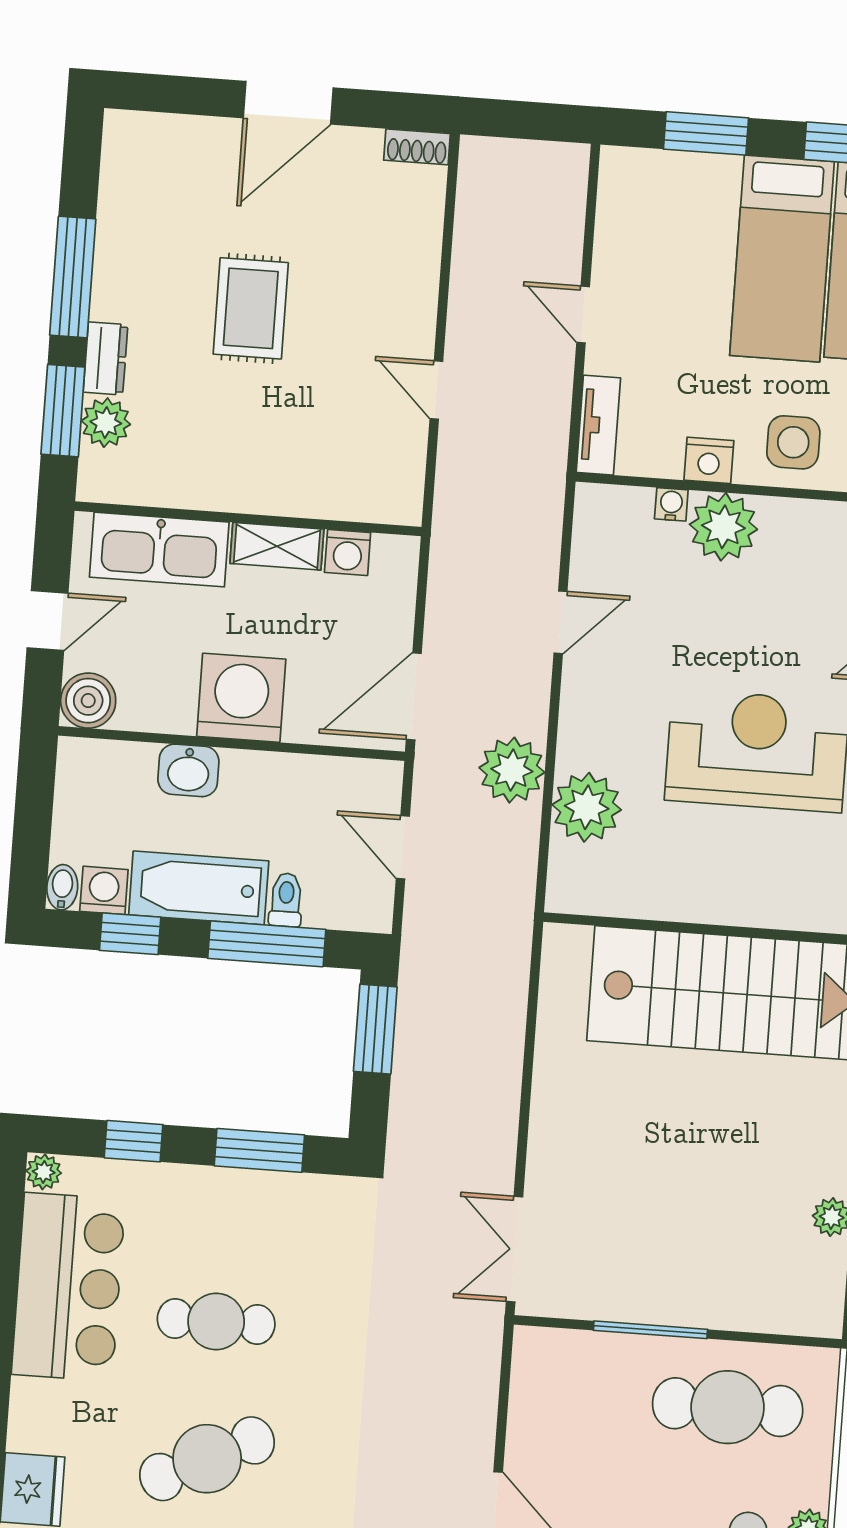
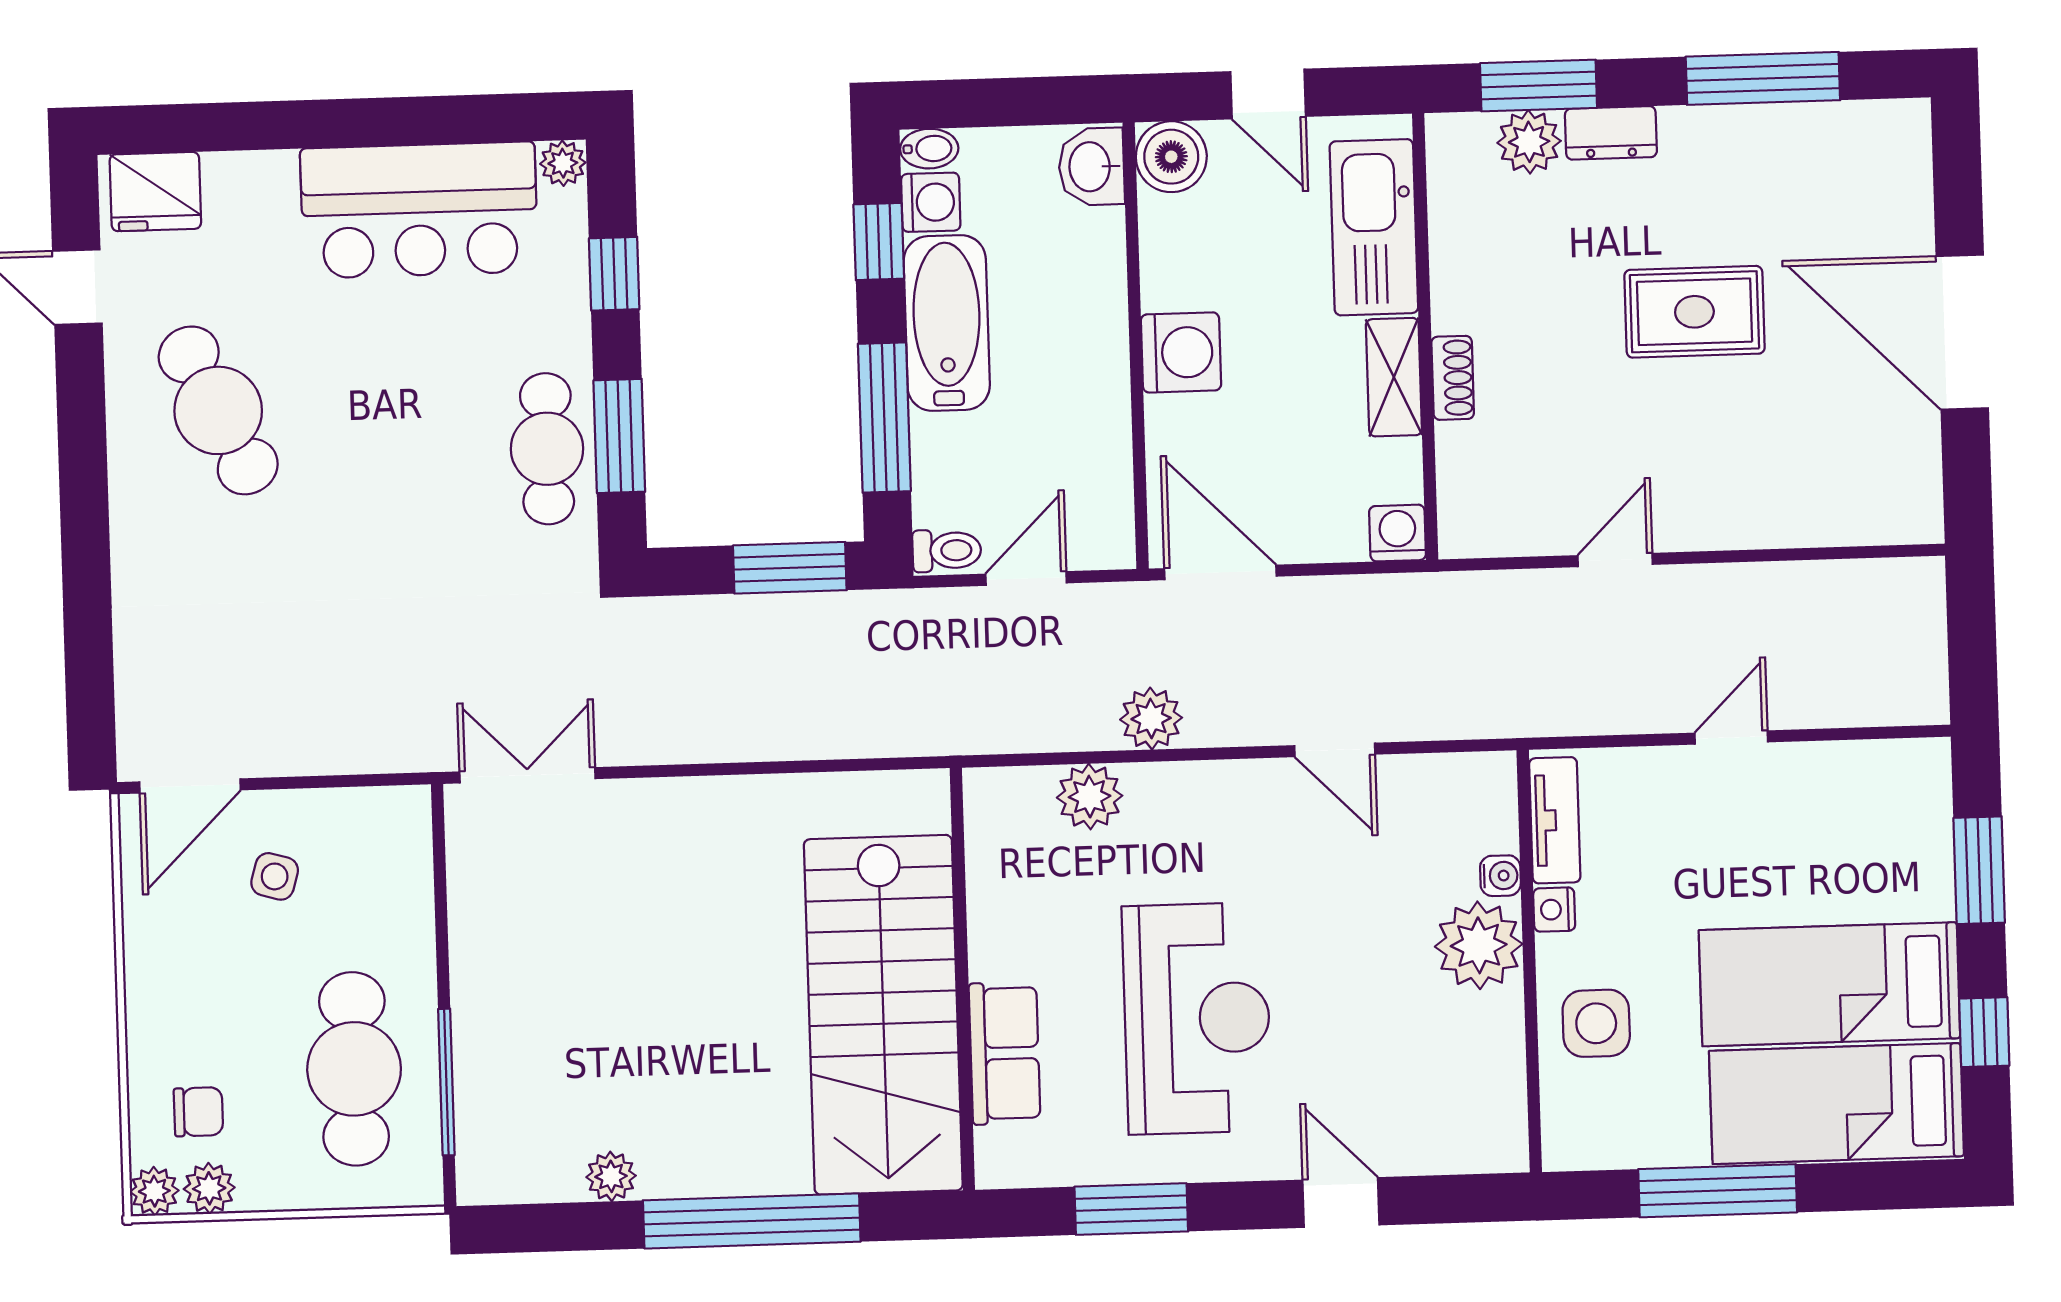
door: (288, 103) -> (1962, 332), width x1.36
shoe rack: (417, 147) -> (1453, 378), moved, turned 180
window: (73, 277) -> (1763, 78), moved
tv unit: (598, 425) -> (1555, 820), moved, turned -90
nightstand: (709, 460) -> (1554, 910), width x0.72, depth x0.74
washing machine: (348, 552) -> (1398, 533), moved, turned 90
washing machine: (241, 698) -> (1181, 352), width x0.73, depth x0.73
washbasin: (188, 770) -> (1092, 167), moved
plant: (512, 770) -> (1151, 719), width x0.73, depth x0.73
plant: (587, 807) -> (1090, 797), width x0.73, depth x0.73
toilet: (286, 900) -> (947, 551), moved
row of seats: (768, 902) -> (1005, 1053), added
cafe table: (216, 1322) -> (547, 449), moved
window: (650, 1330) -> (446, 1082), moved
side table: (572, 1453) -> (275, 876), added

